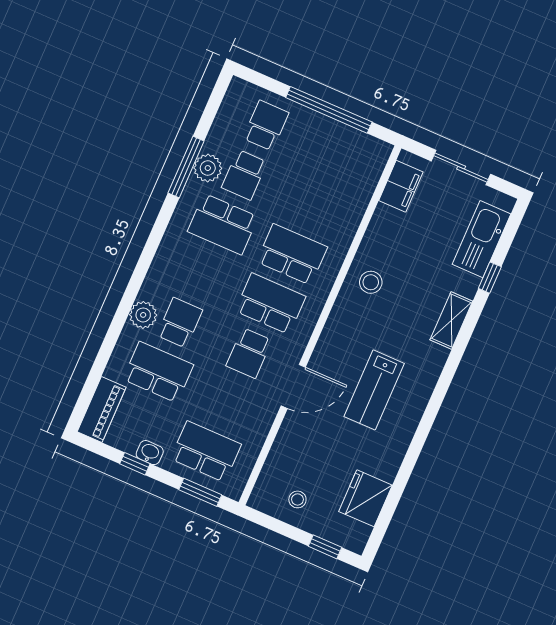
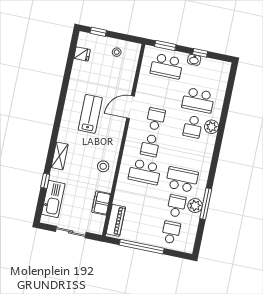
school desk: (266, 126) -> (171, 232), turned 180
filing cabinet: (401, 186) -> (101, 203), moved
school desk: (270, 304) -> (150, 145), width x0.54
piano: (102, 409) -> (116, 220), moved, turned 180
fridge: (365, 498) -> (82, 54), width x0.53, depth x0.75

